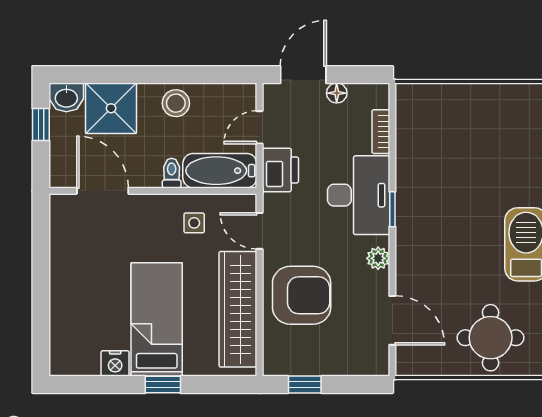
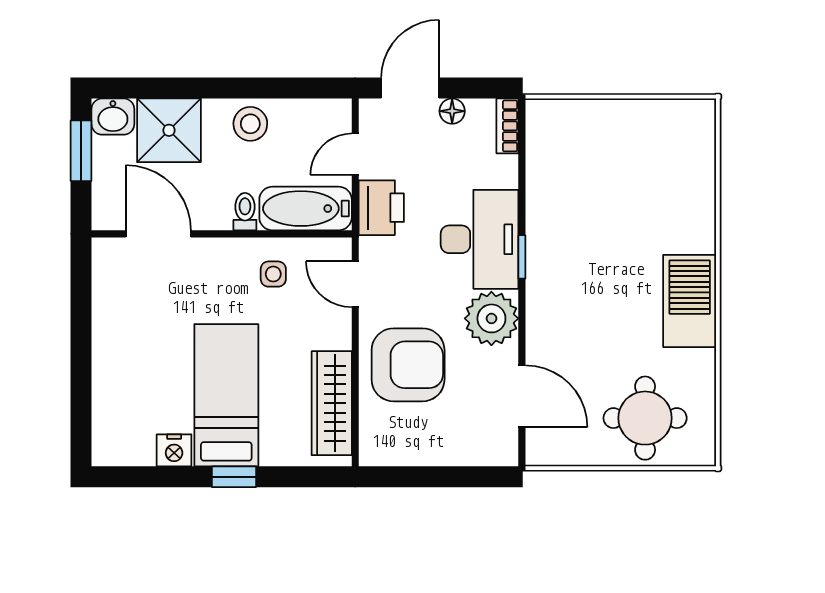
window: (41, 125) -> (81, 151), width x1.50
bookcase: (381, 132) -> (507, 126), moved
plant: (378, 258) -> (491, 318), width x1.87, depth x1.87
wardrobe: (238, 309) -> (332, 403), width x0.71, depth x0.85
window: (305, 384) -> (412, 477), removed

